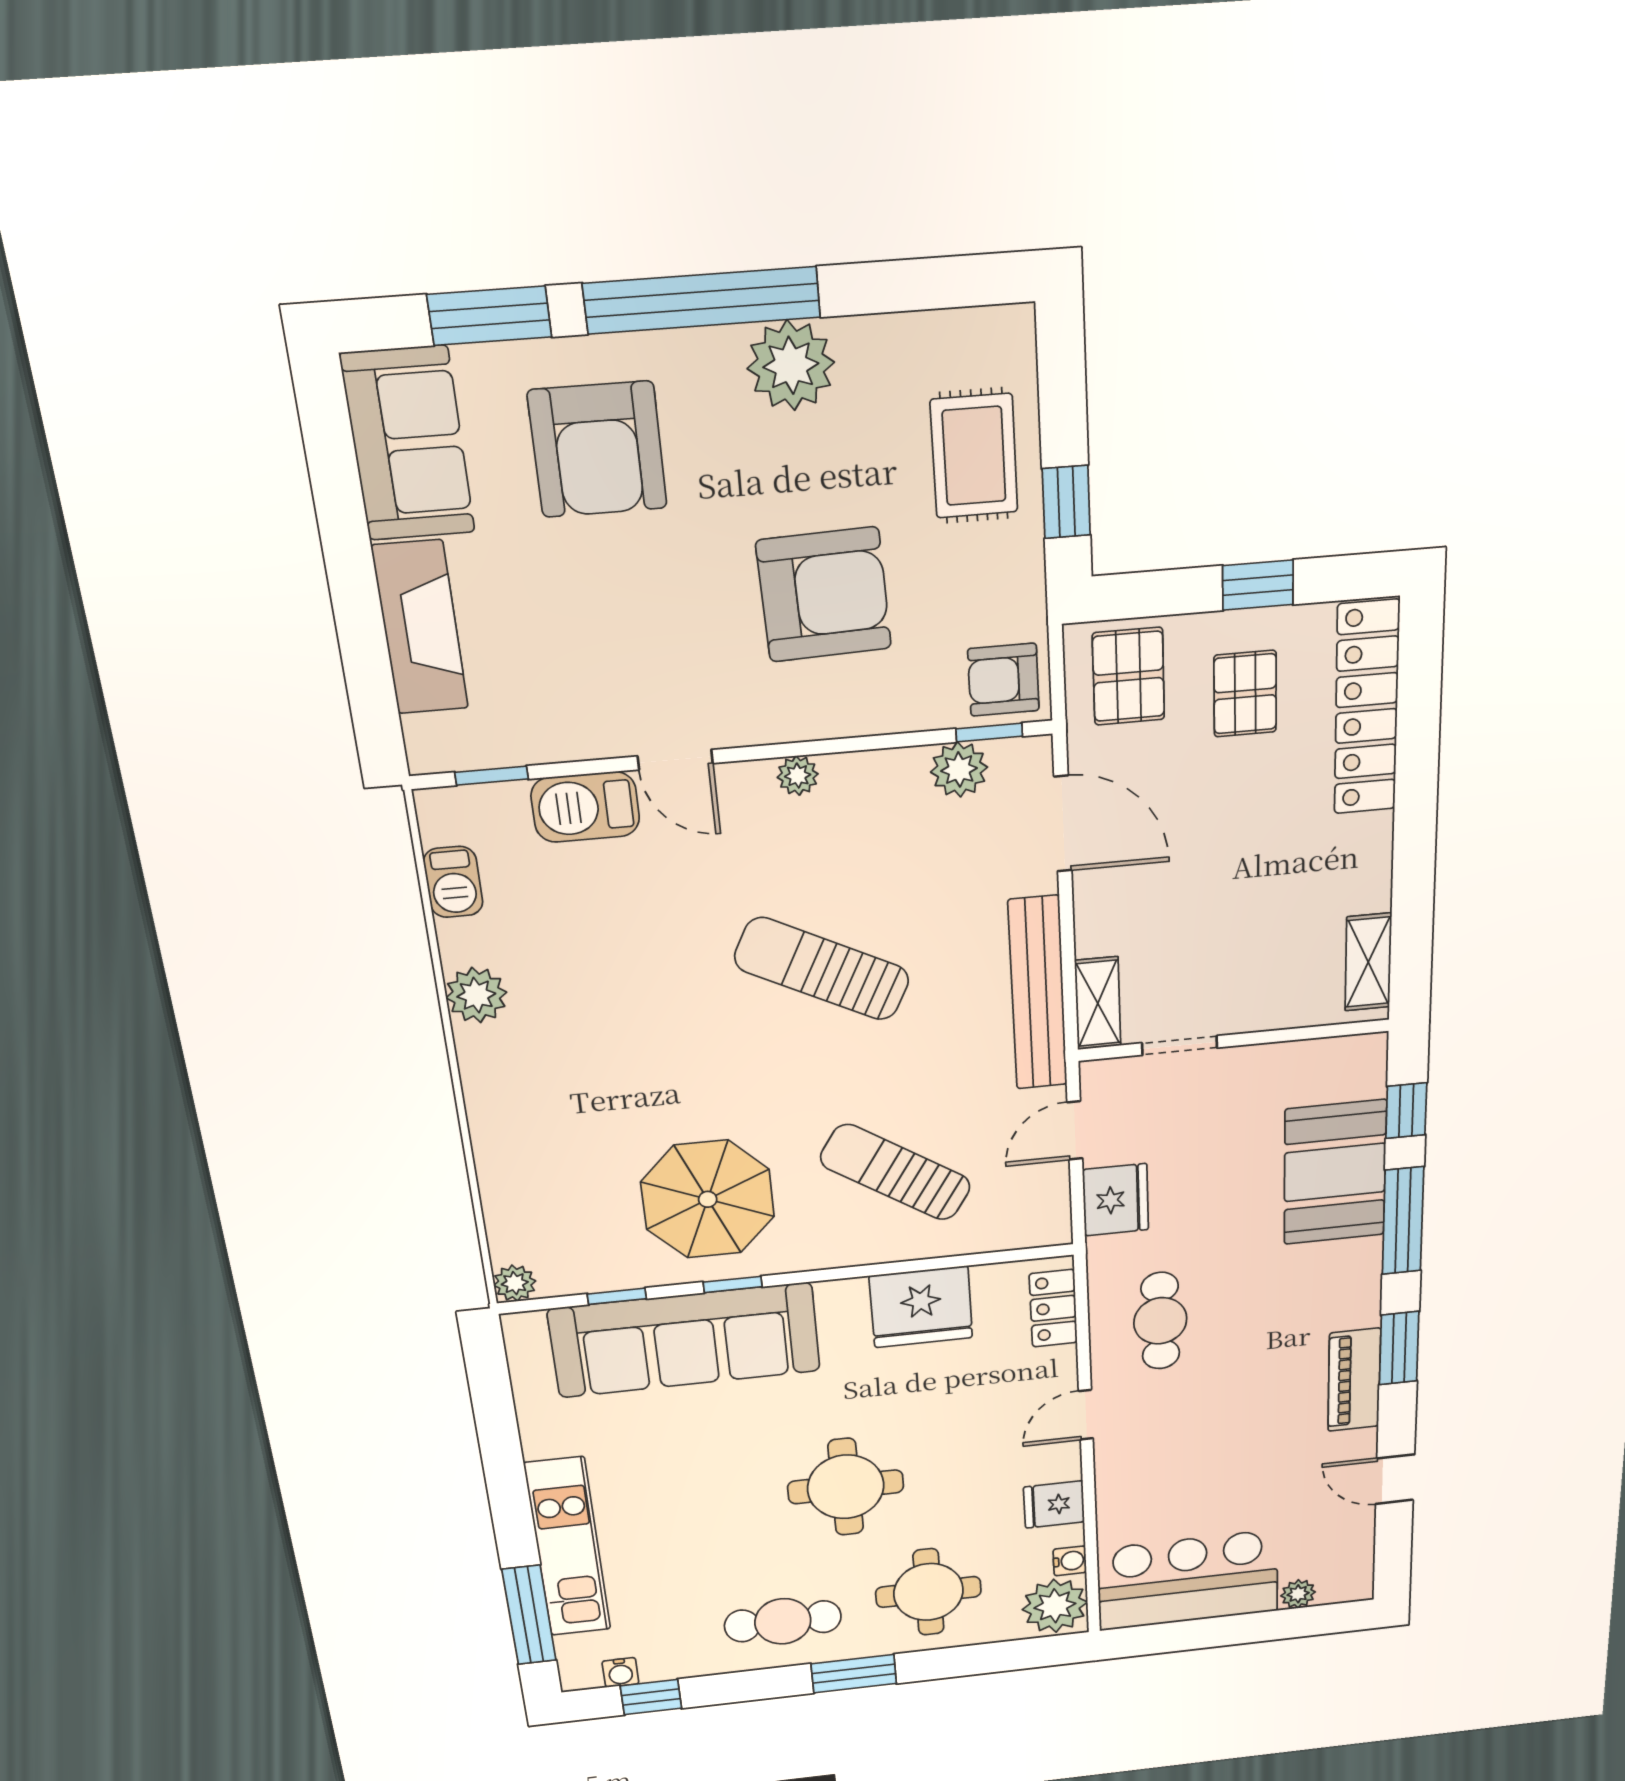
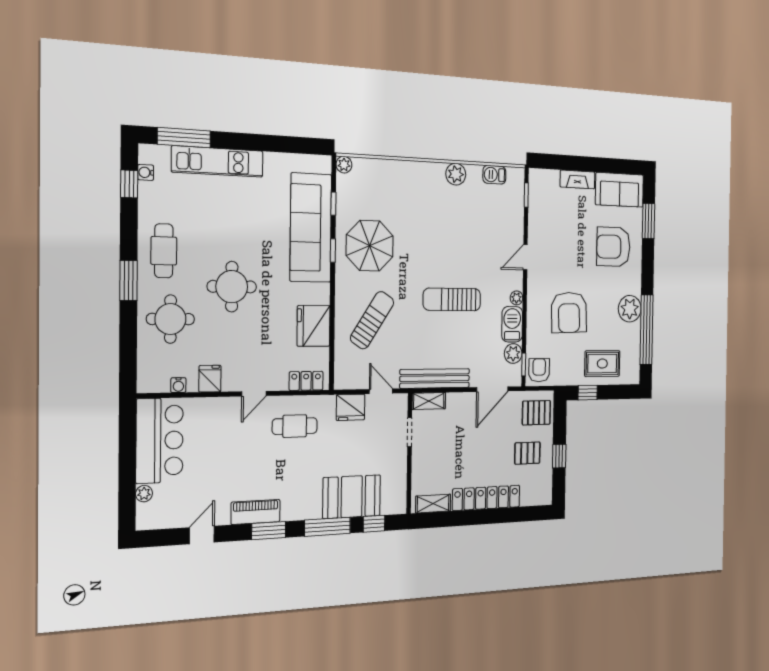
window: (702, 300) -> (647, 330), moved
fireplace: (420, 628) -> (578, 179), width x0.73, depth x0.76
locker: (1367, 708) -> (486, 498), moved
barbecue: (585, 807) -> (512, 324), moved
sun lounger: (822, 969) -> (452, 299), turned -117
door: (1086, 1415) -> (254, 394), swing flipped
plant: (1055, 1606) -> (154, 378), removed

